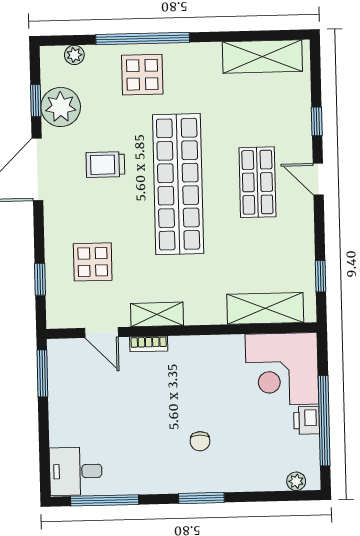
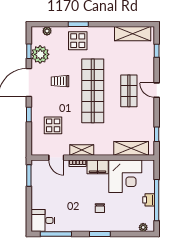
window: (143, 38) -> (78, 24), width x0.47
window: (317, 121) -> (157, 51), moved
window: (40, 279) -> (29, 115), moved
filing cabinet: (193, 351) -> (98, 167), added
corner desk: (282, 369) -> (125, 176), moved, turned -90

